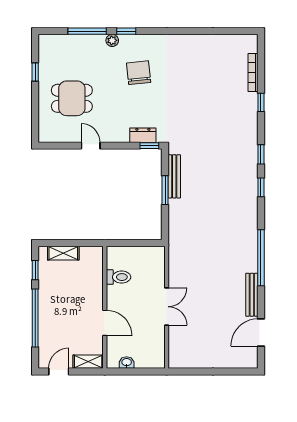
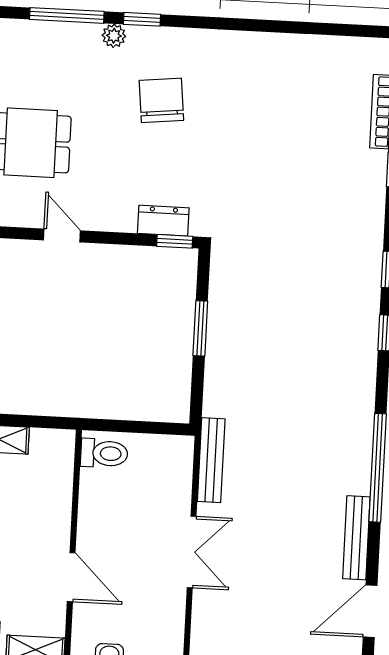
bench: (174, 176) -> (211, 460), moved
toilet: (118, 277) -> (104, 453), moved

